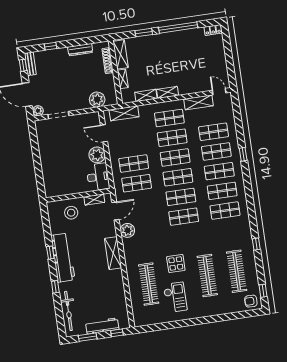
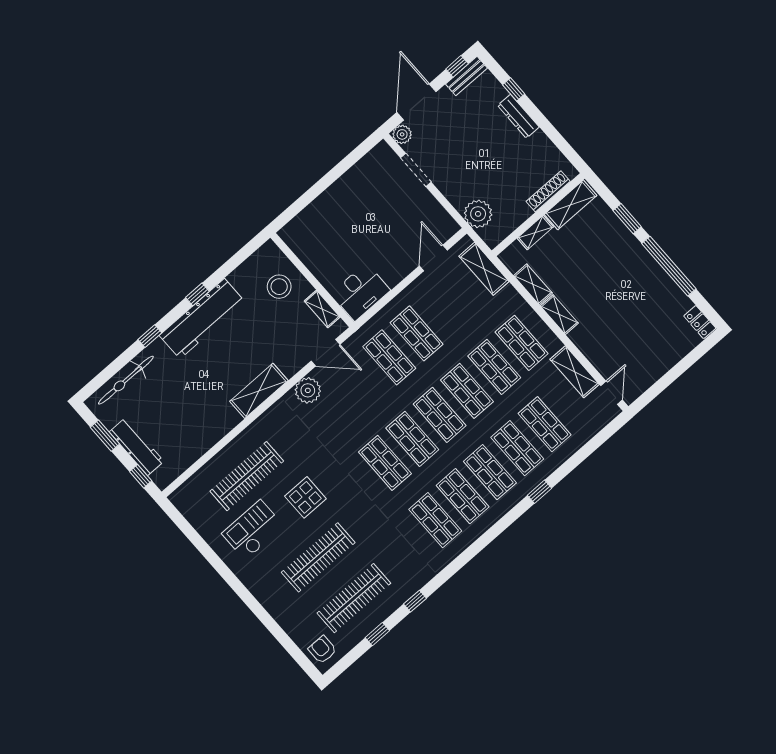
dresser: (80, 50) -> (518, 116), moved
plant: (97, 155) -> (393, 269), removed
window: (263, 291) -> (377, 634), moved
checkout: (175, 297) -> (253, 530), turned 180

